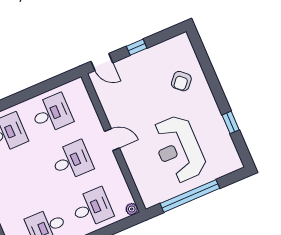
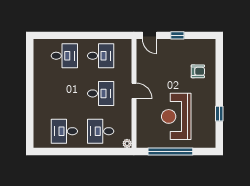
armchair: (181, 81) -> (198, 71), turned -132
desk: (92, 208) -> (101, 131), turned 180

